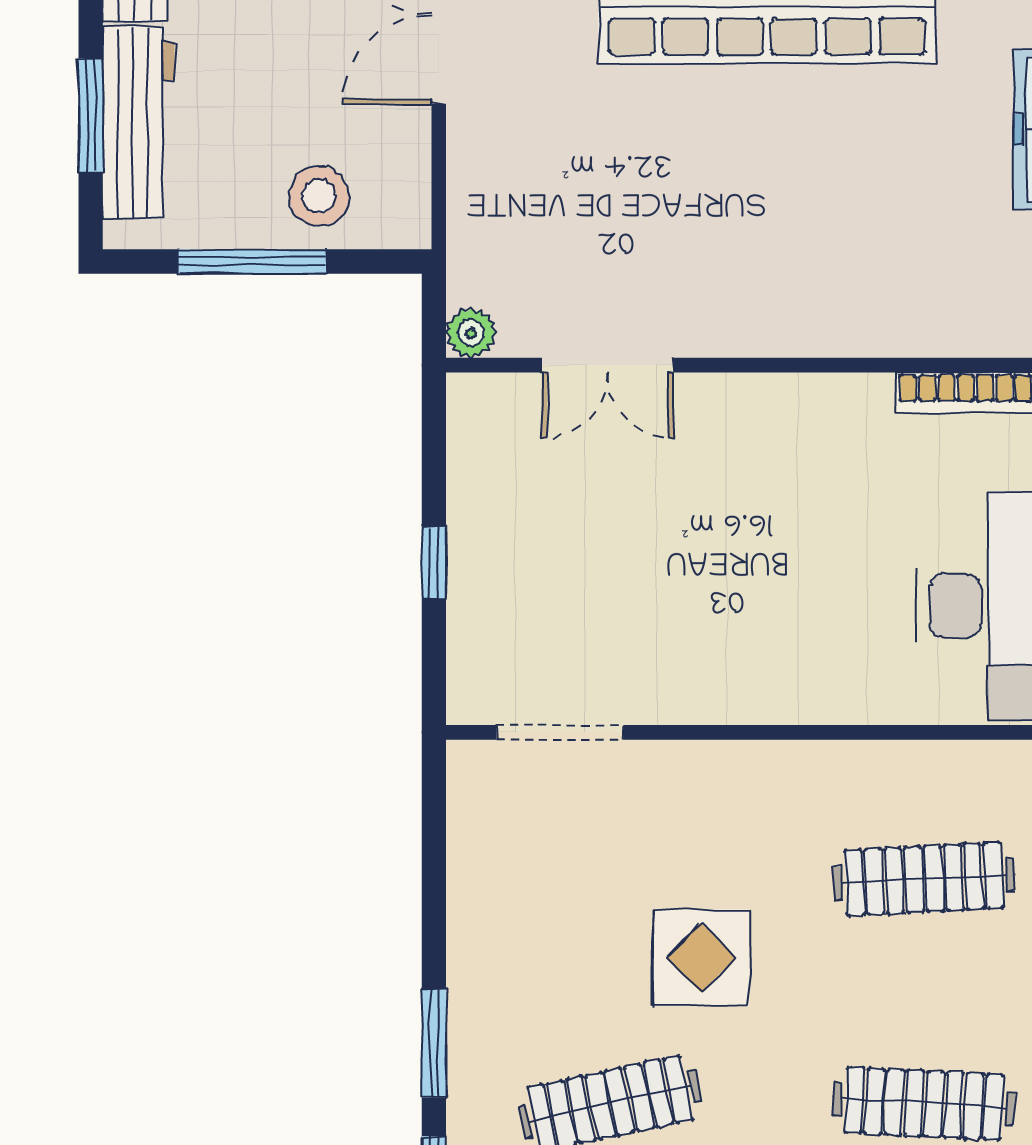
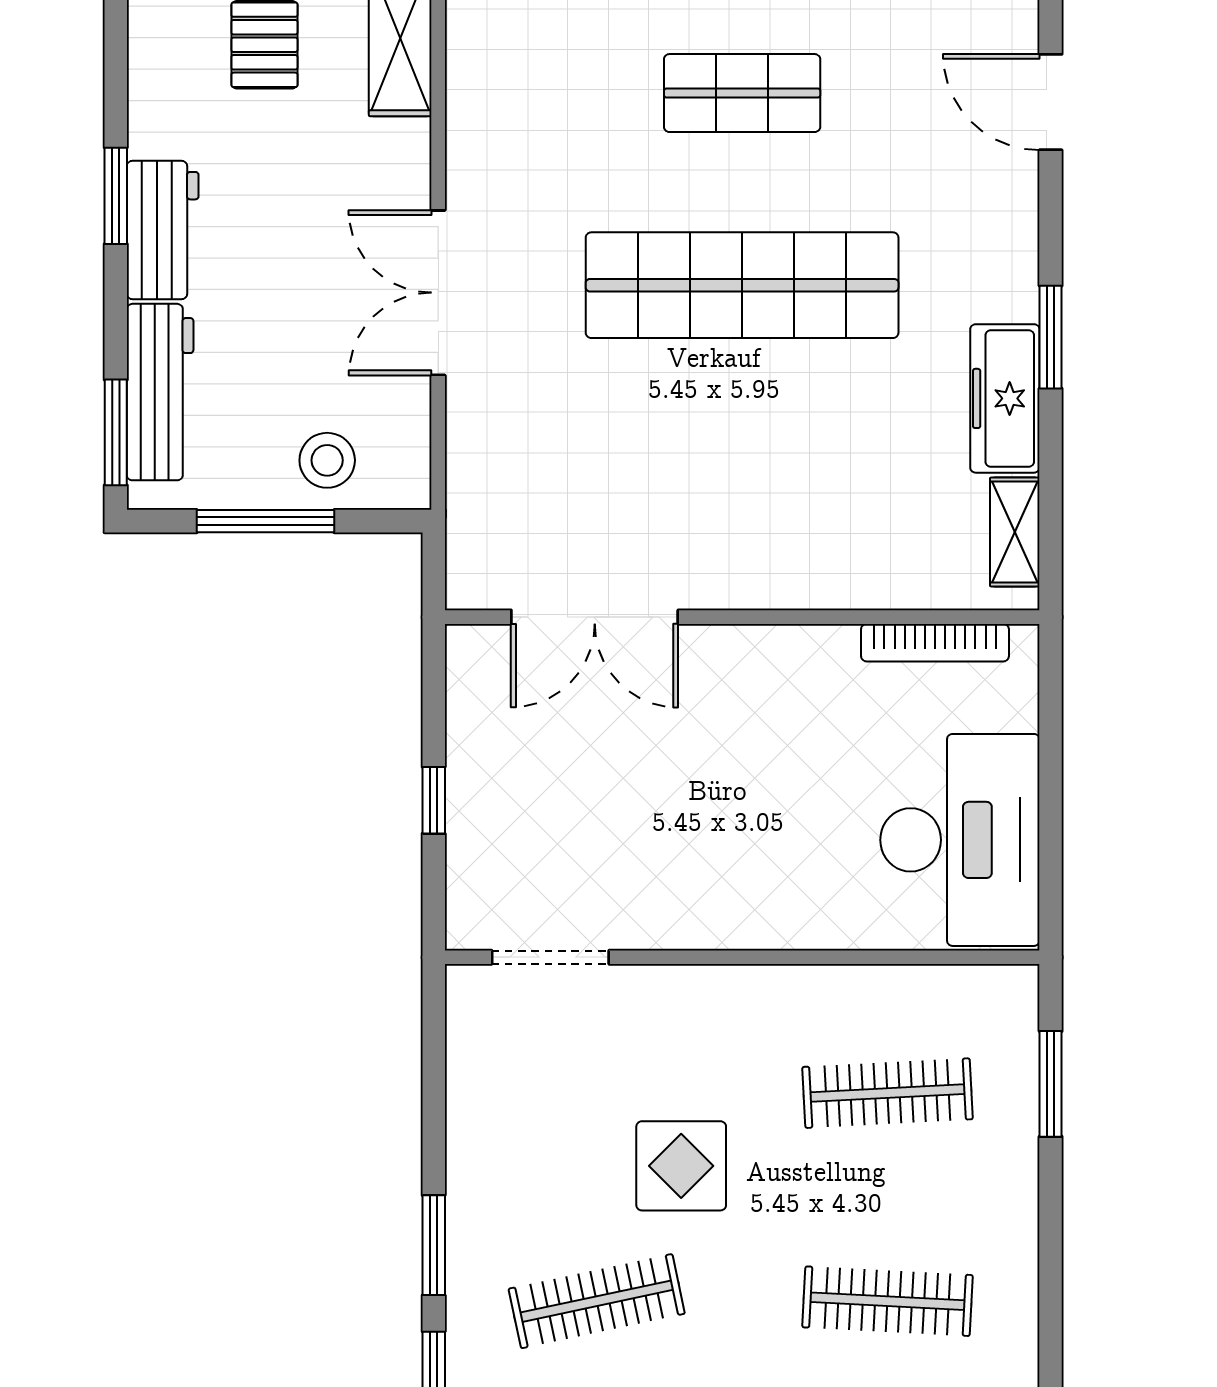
window: (91, 115) -> (116, 432), moved
plant: (471, 333) -> (468, 587), removed
double door: (608, 365) -> (595, 617), width x1.37

